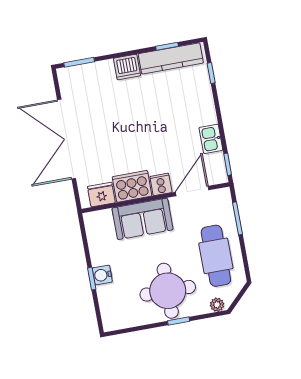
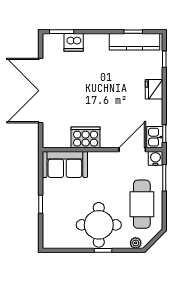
dishwasher: (127, 67) -> (74, 42), moved
kitchen sink: (211, 139) -> (155, 137), moved
cooker: (161, 184) -> (109, 140), removed
fridge: (101, 195) -> (154, 89), moved, turned -90
sofa: (142, 219) -> (65, 164), moved
water cooler: (102, 275) -> (155, 158), moved, turned 90

